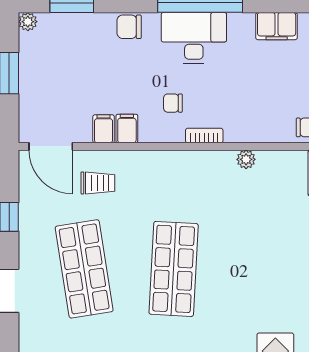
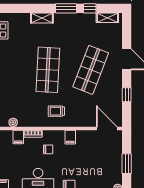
filing cabinet: (104, 129) -> (18, 137), moved
trolley: (98, 183) -> (56, 111), moved
shop shelf: (84, 269) -> (91, 70), turned 30

